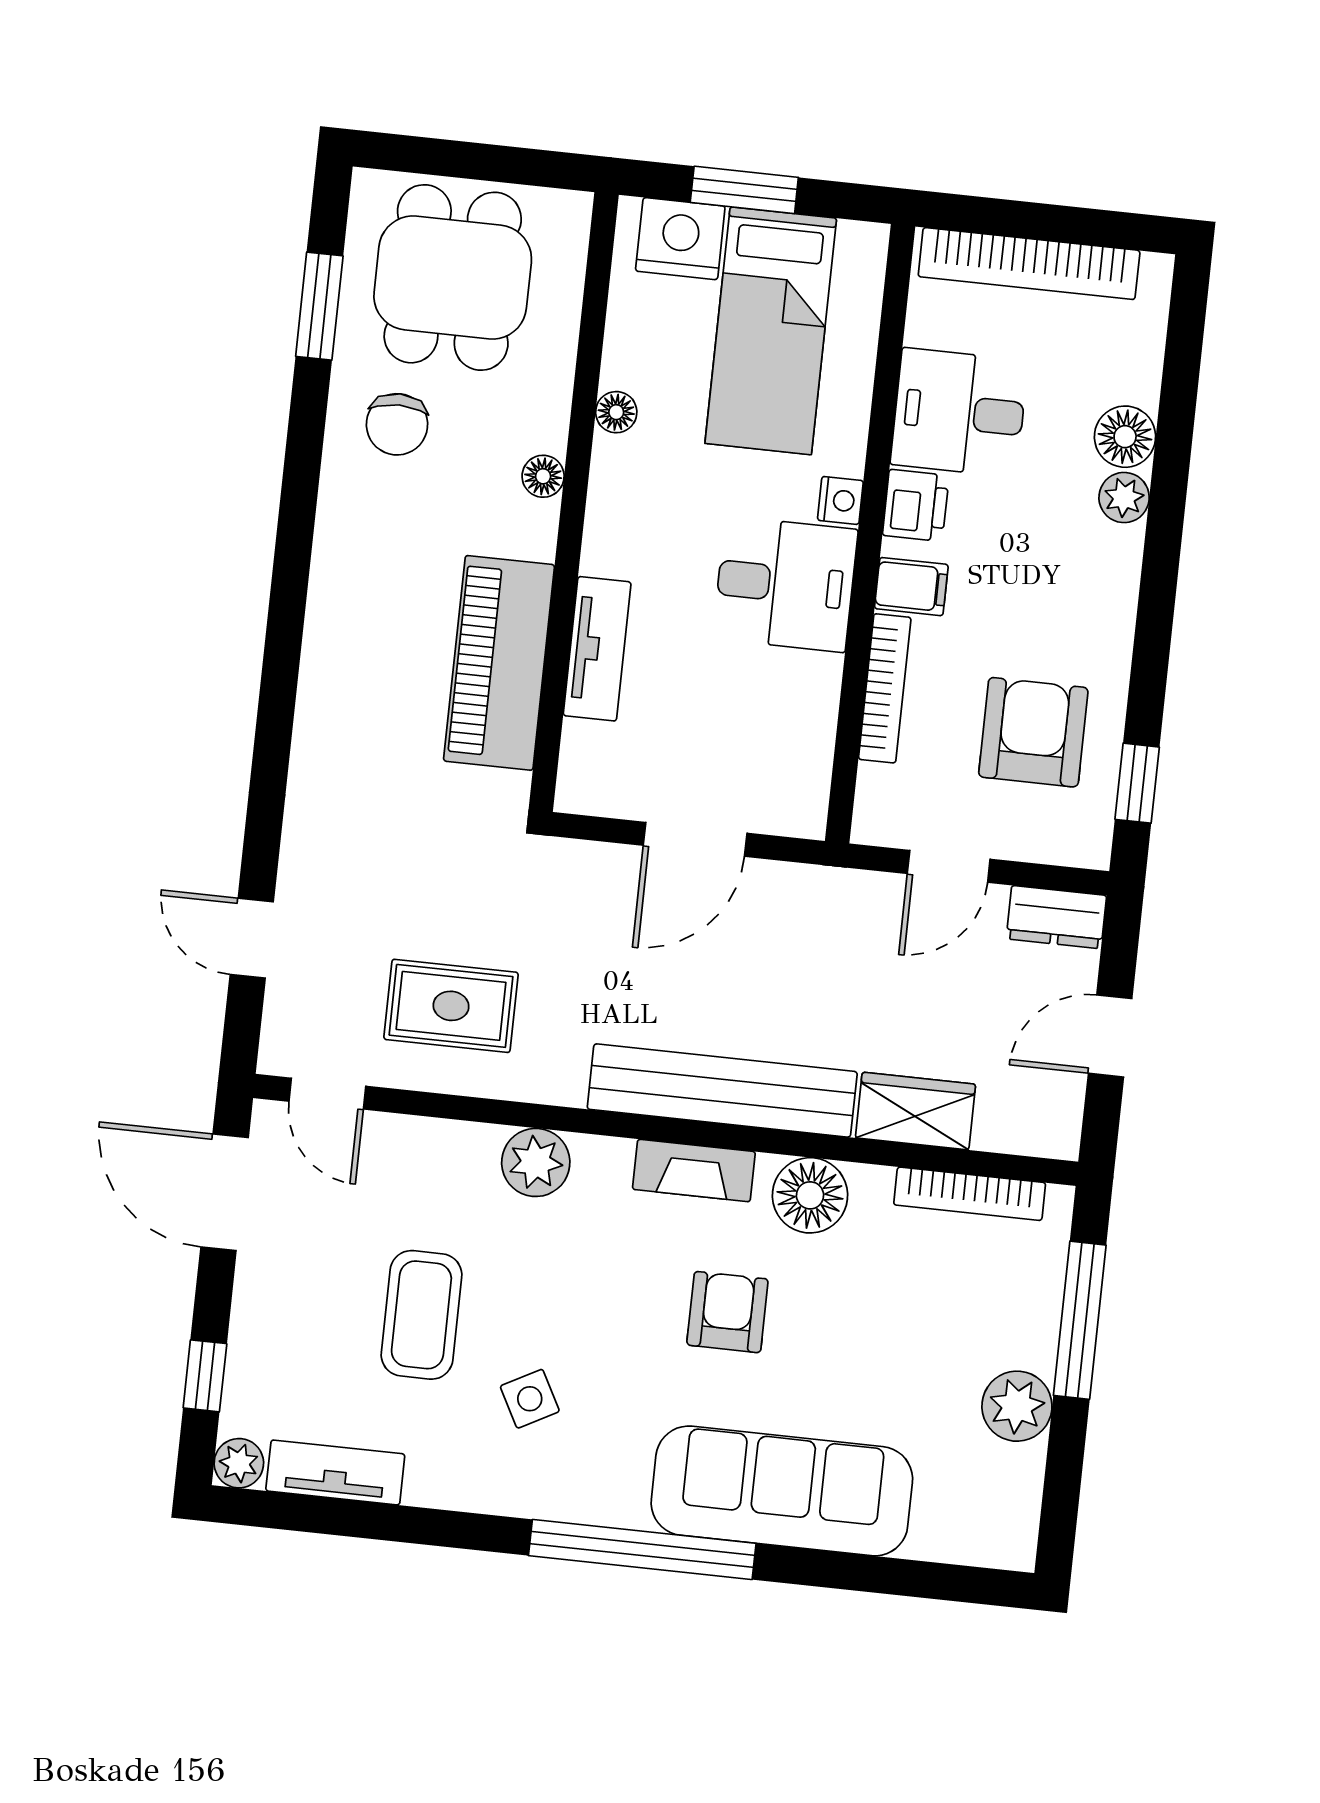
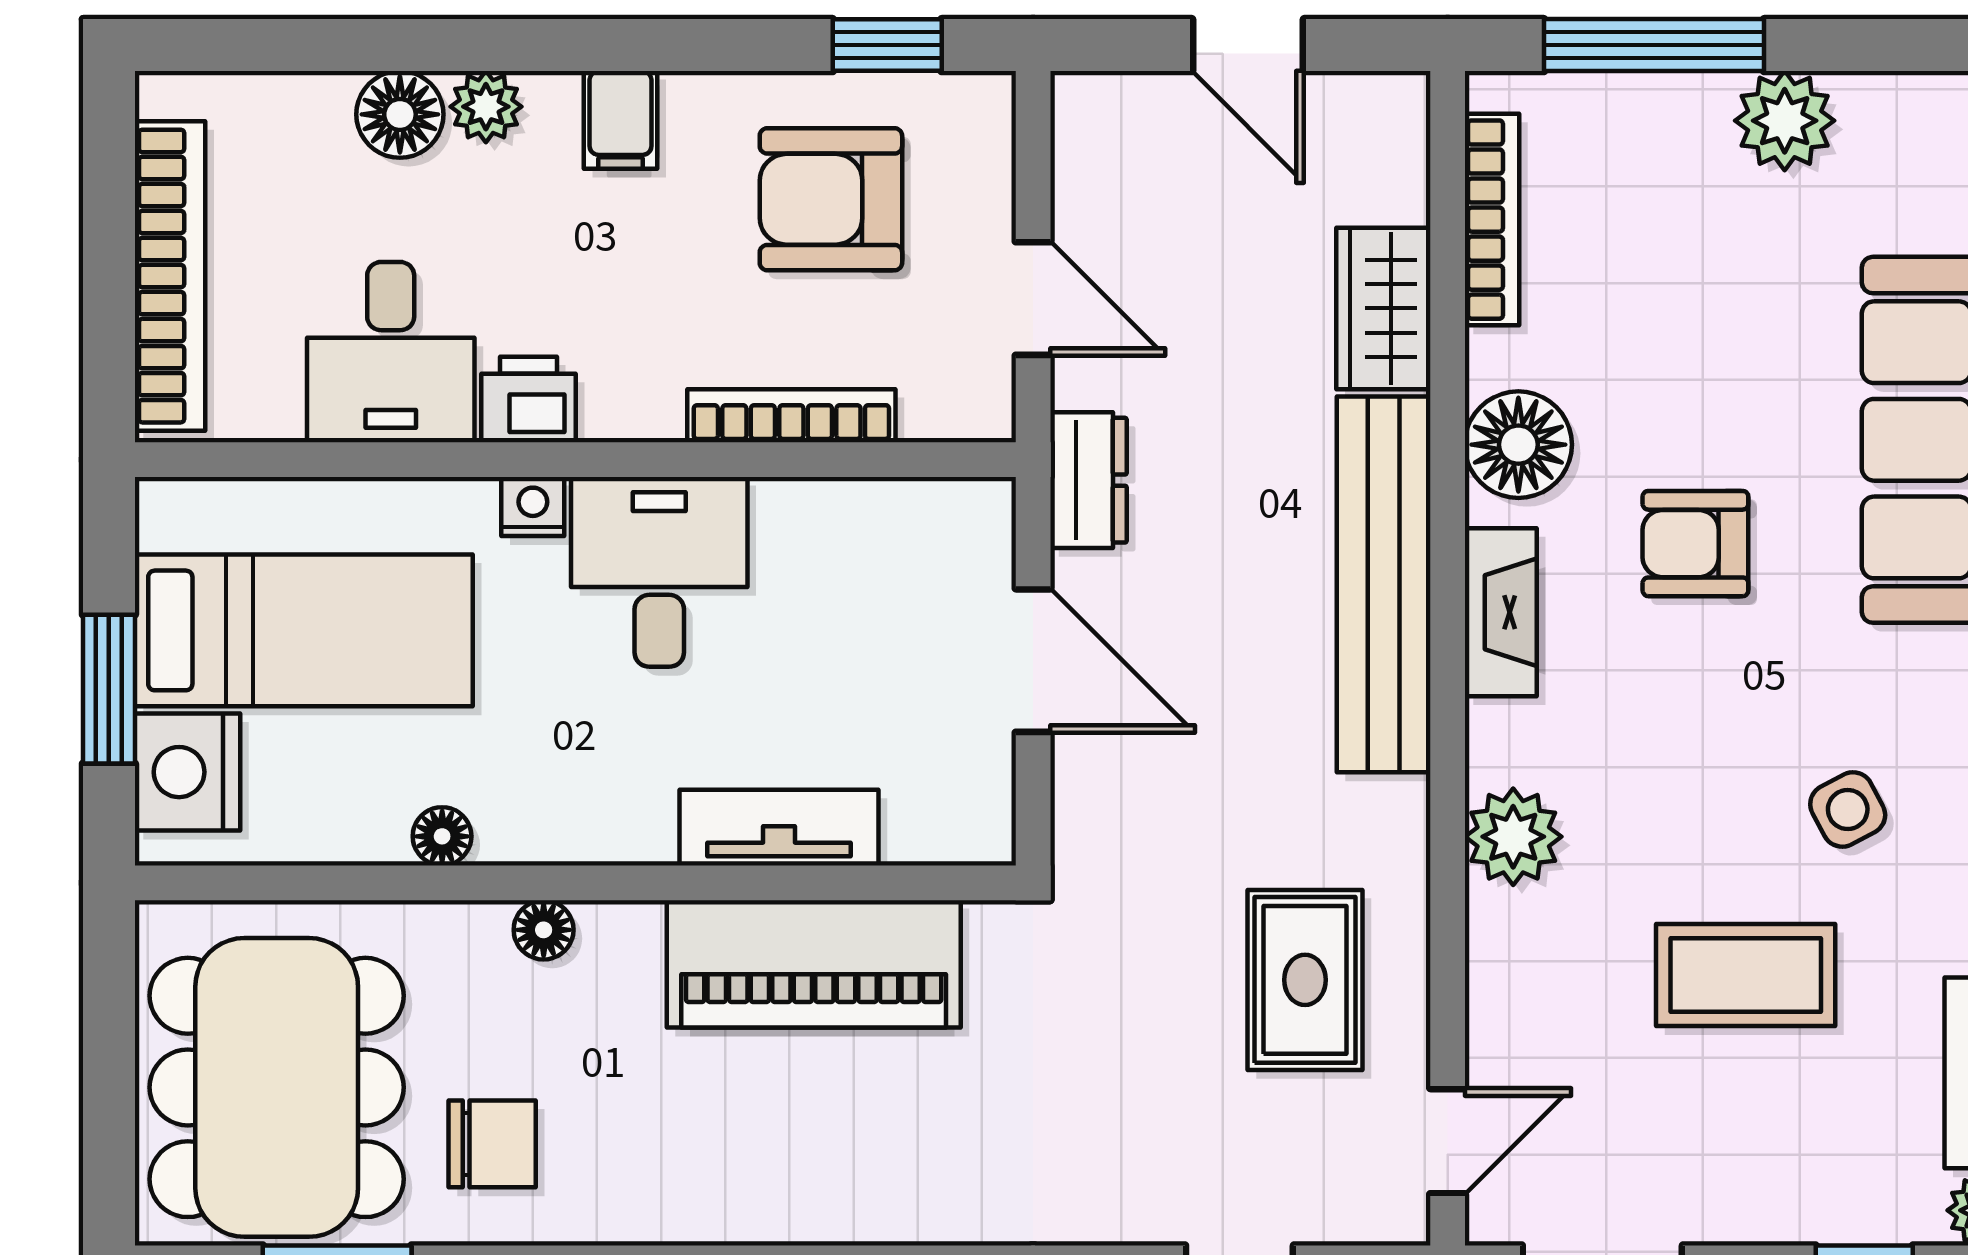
dining table: (453, 278) -> (277, 1087), width x1.38
filing cabinet: (911, 587) -> (621, 120), moved, turned 180
dresser: (1056, 917) -> (1089, 480), moved

